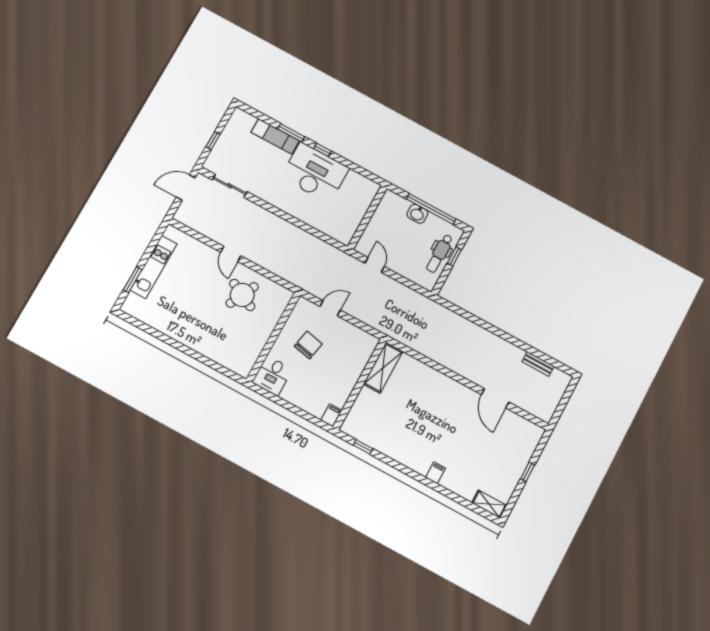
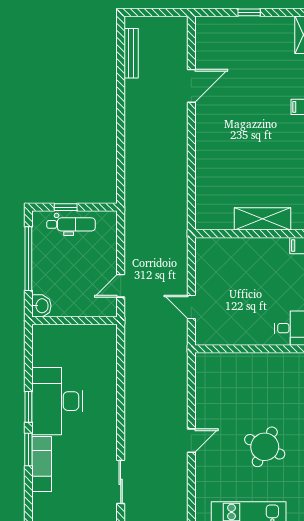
window: (322, 150) -> (28, 407), width x1.50
washbasin: (417, 214) -> (41, 306), moved
round table: (242, 295) -> (265, 447), moved
chair: (308, 345) -> (242, 309), removed
bench: (538, 364) -> (131, 53), width x1.36
shelving: (383, 368) -> (262, 219), moved

